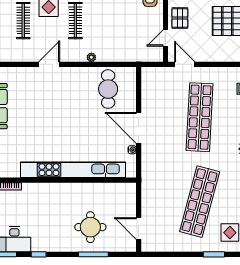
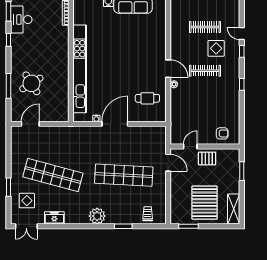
door: (165, 38) -> (190, 146), hinge flipped
door: (49, 64) -> (168, 69), moved
door: (185, 64) -> (168, 163), hinge flipped
cafe table: (108, 89) -> (147, 98), width x0.73, depth x0.74
round table: (90, 227) -> (31, 83), turned -32

